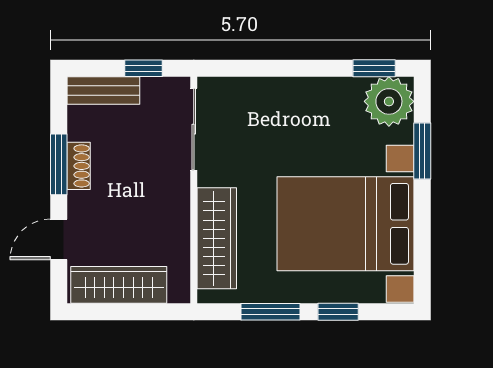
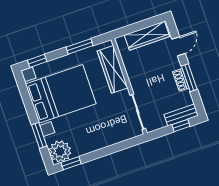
window: (143, 68) -> (181, 125), moved
window: (338, 312) -> (37, 61), moved

